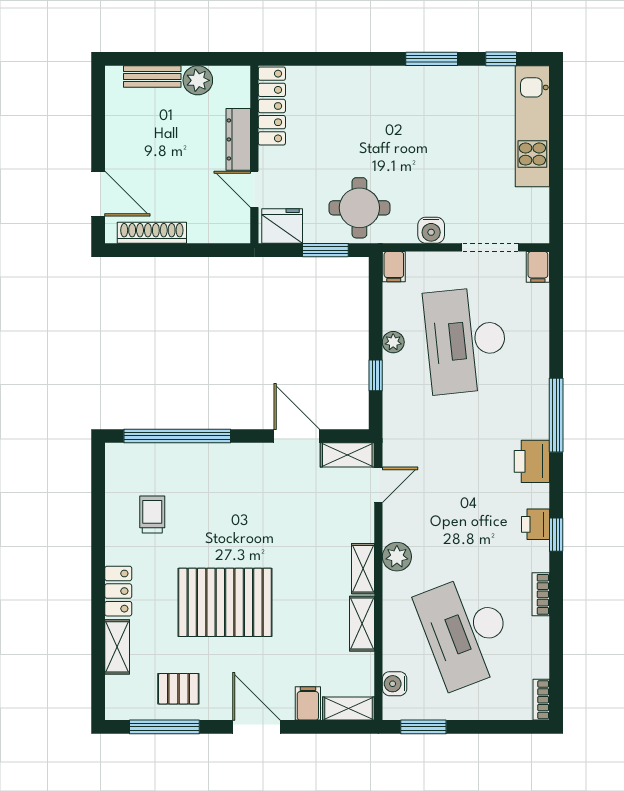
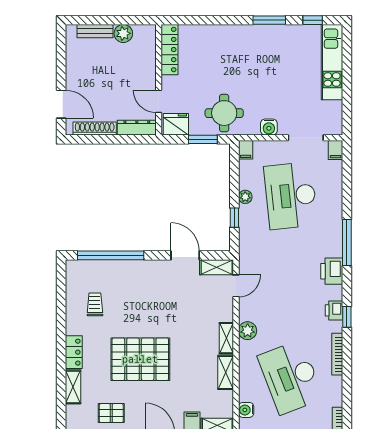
dresser: (238, 139) -> (137, 128), moved, turned 90
bookcase: (541, 594) -> (337, 354), width x1.56

